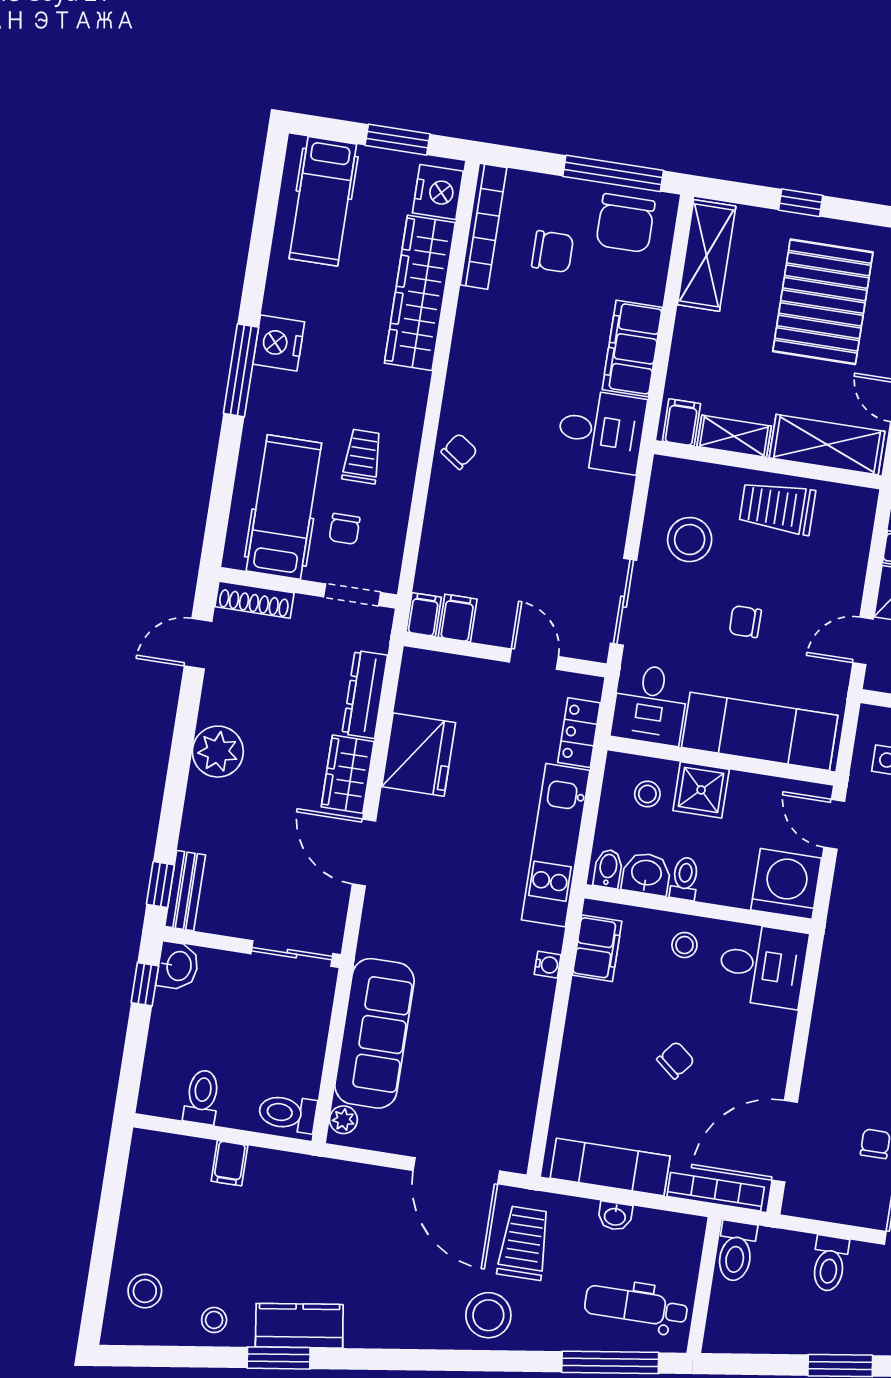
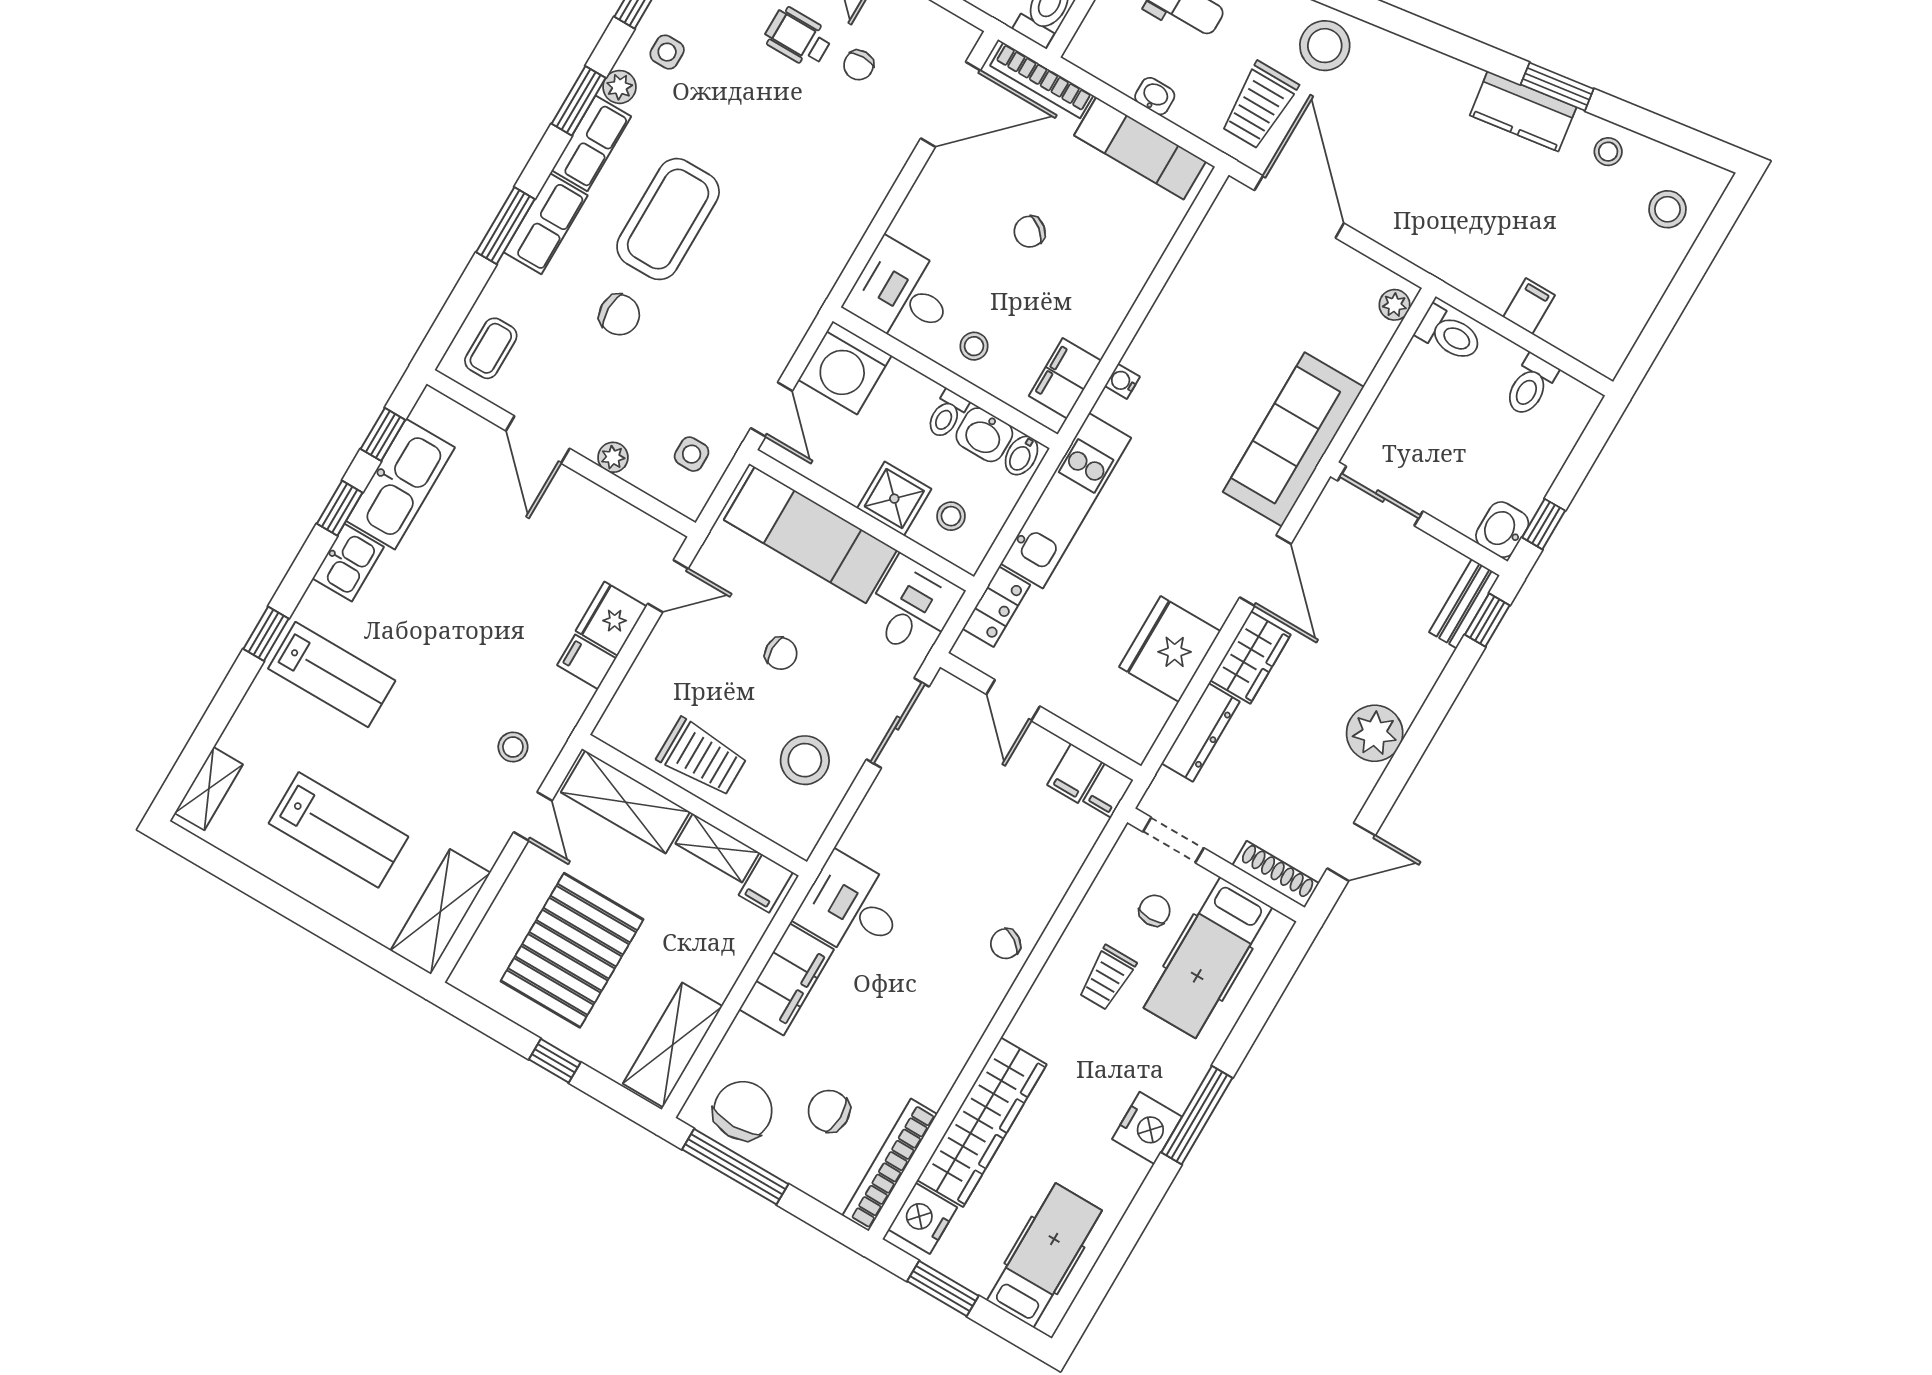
sofa: (375, 1033) -> (1293, 439), moved

